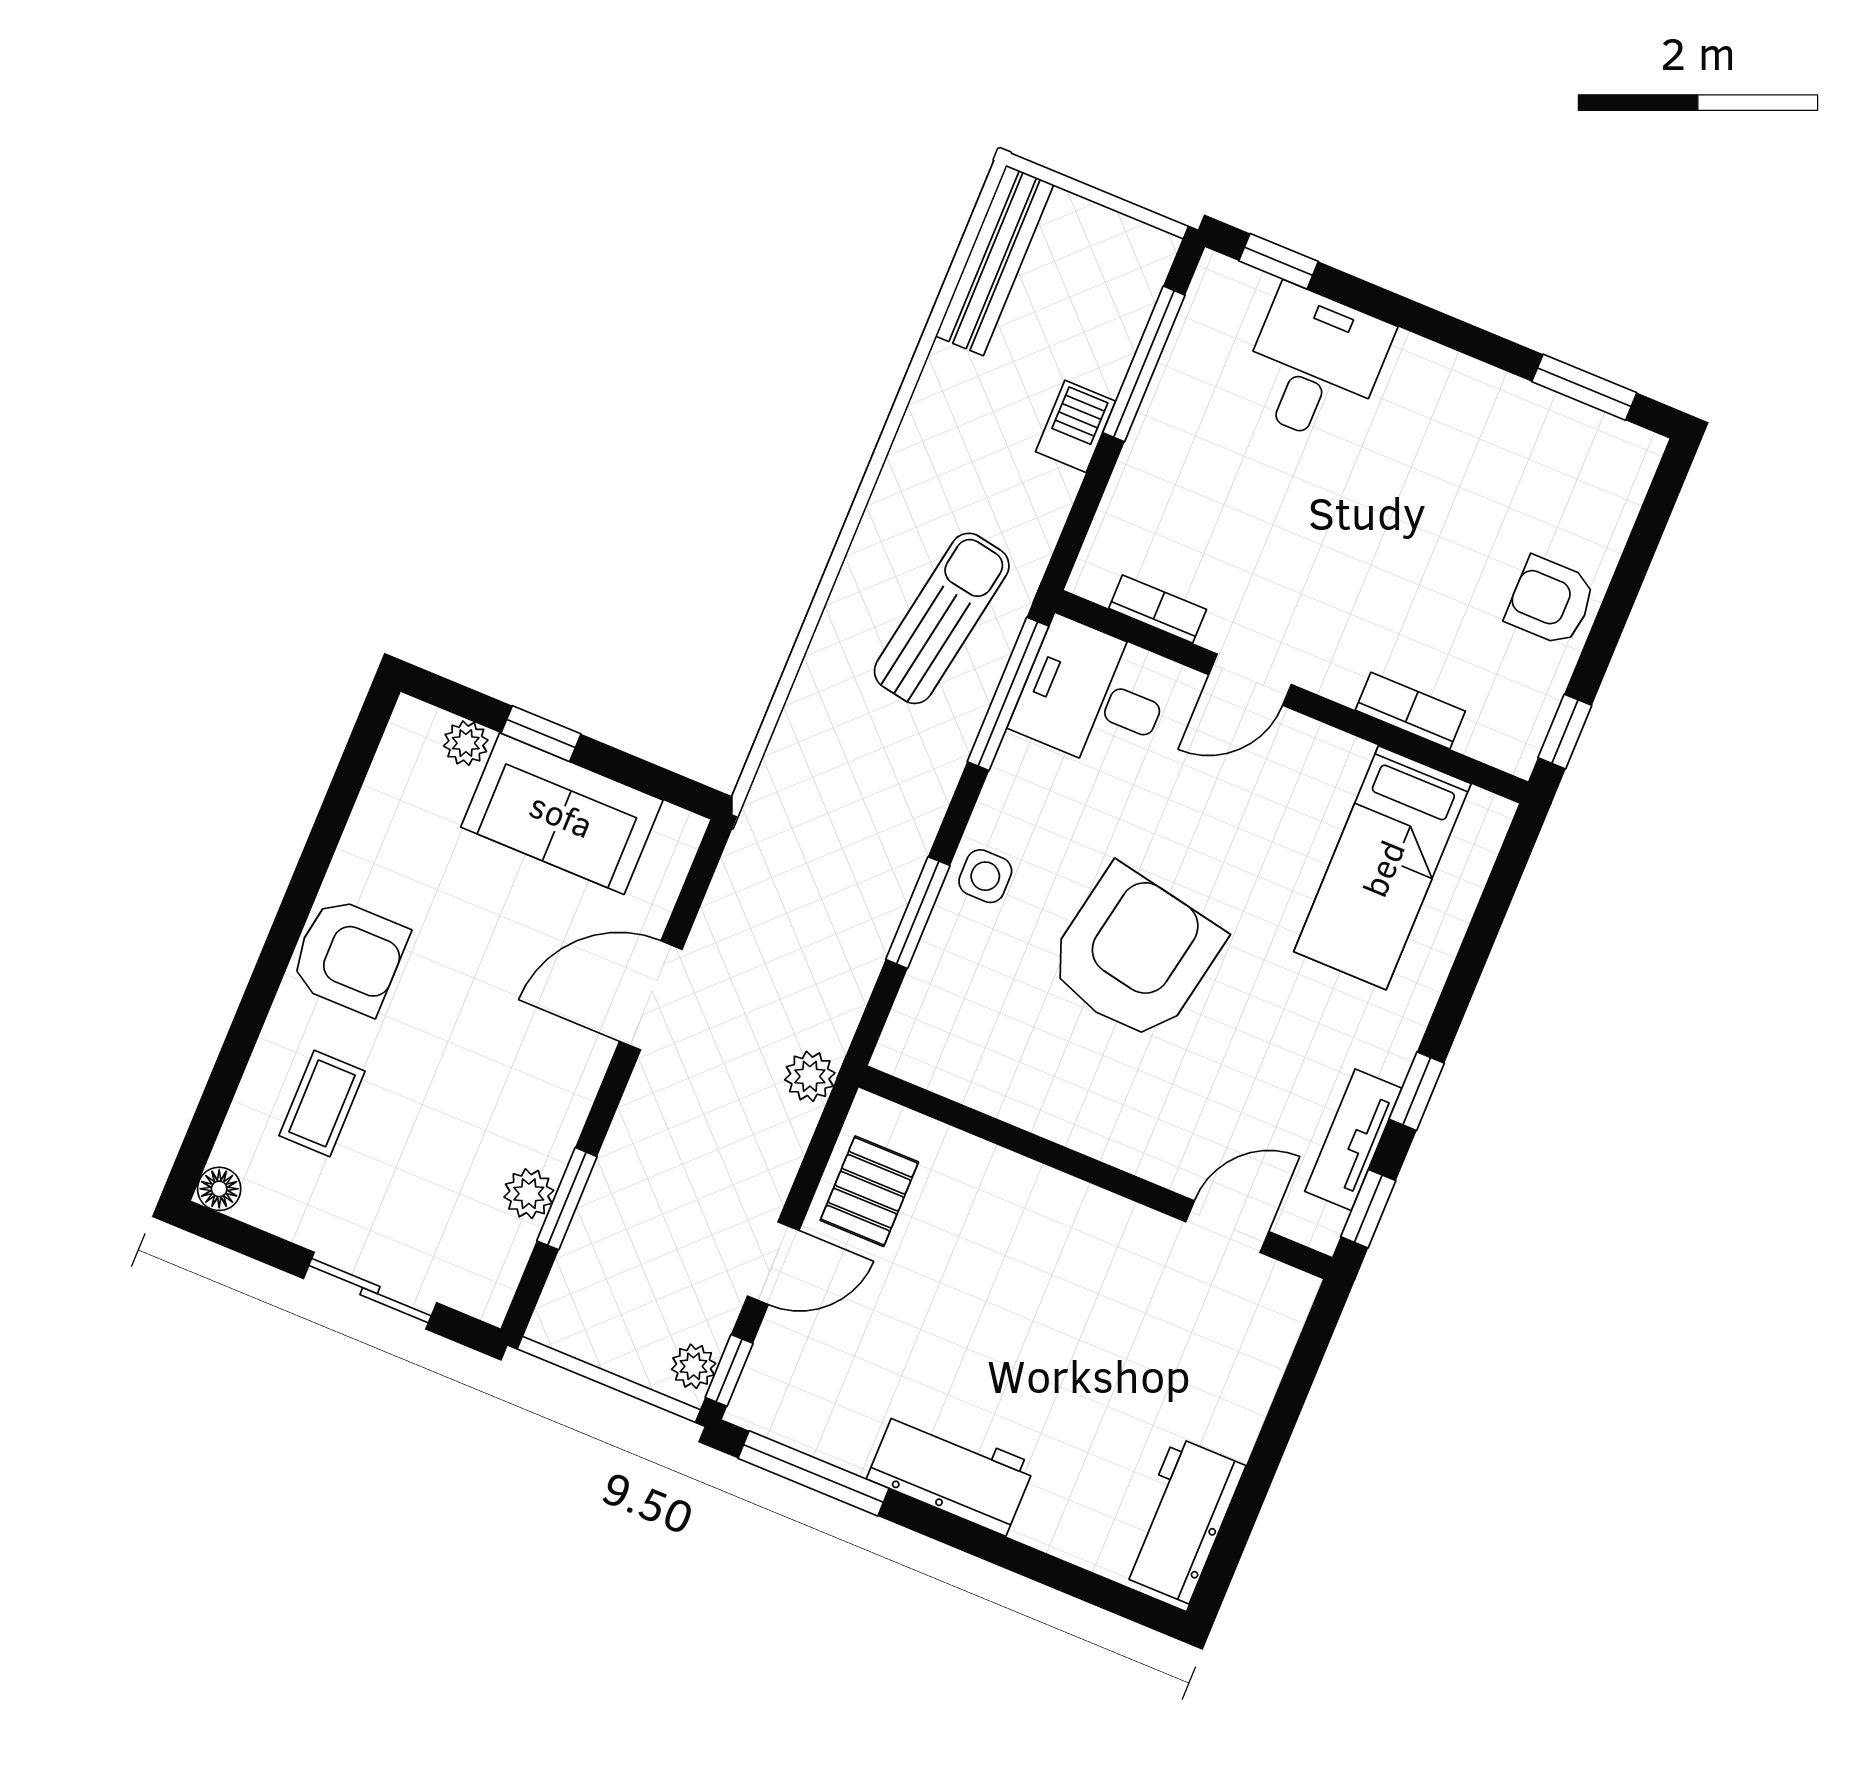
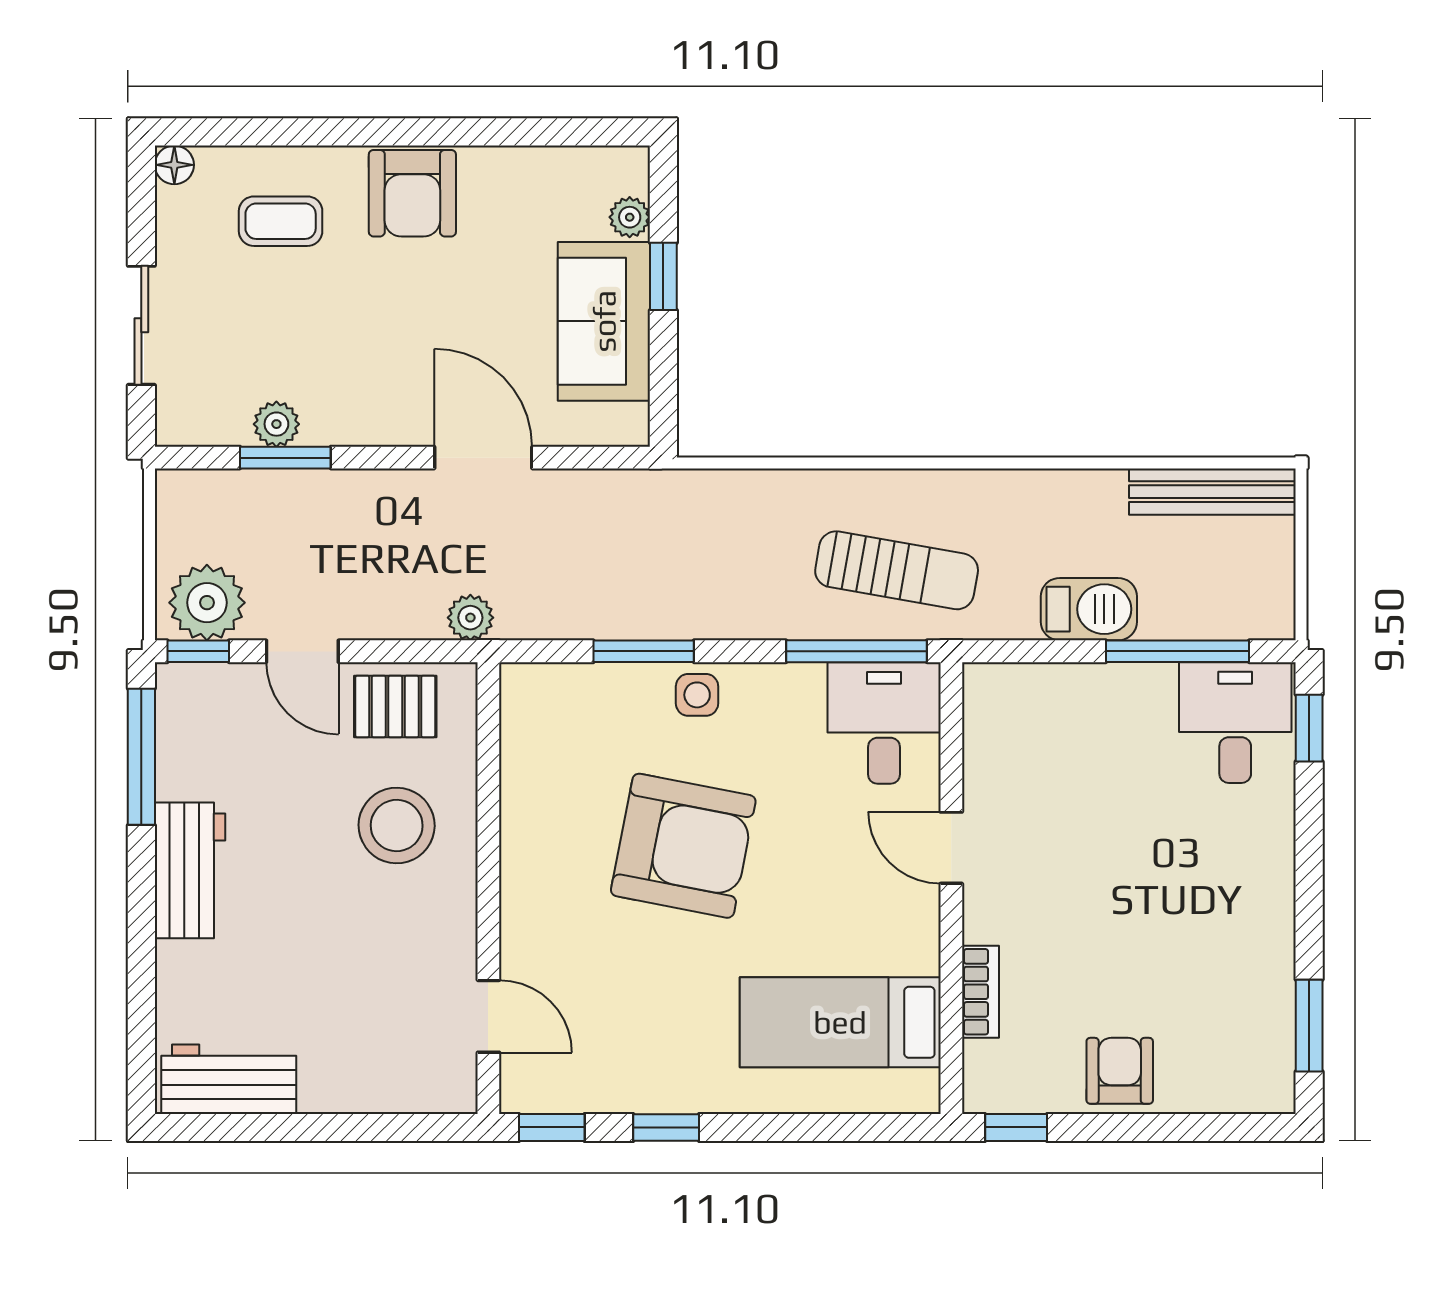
desk: (1315, 365) -> (1235, 723), moved, turned -90
barbecue: (1075, 426) -> (1089, 609), width x1.38, depth x1.27
bookcase: (1158, 609) -> (978, 747), removed
tv unit: (1353, 1140) -> (604, 1091), removed
stool: (992, 1240) -> (397, 826), added
plant: (694, 1366) -> (207, 603), width x1.87, depth x1.87

